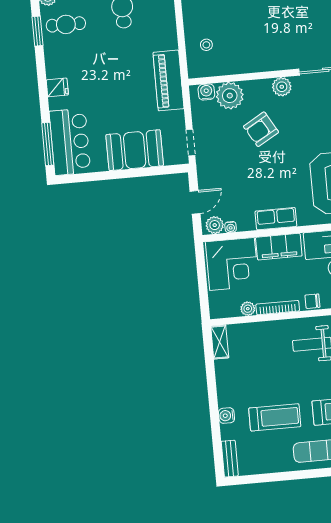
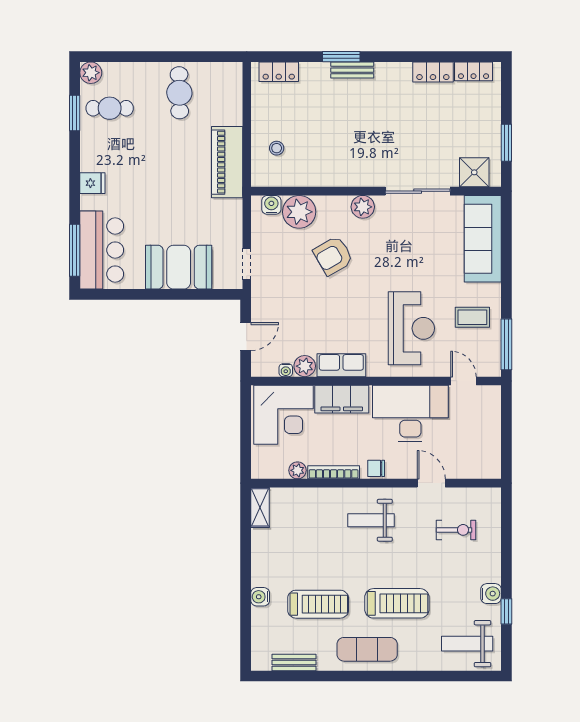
piano: (168, 80) -> (227, 162), moved
plant: (215, 225) -> (305, 366), moved
bench: (230, 459) -> (294, 662), moved, turned 90

